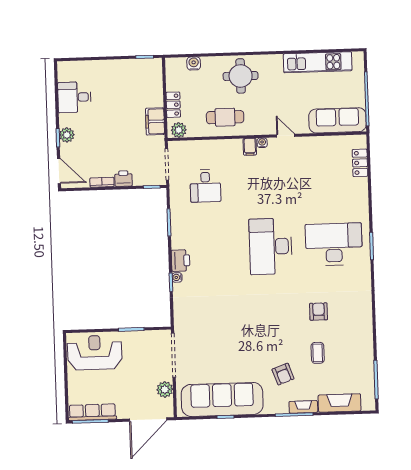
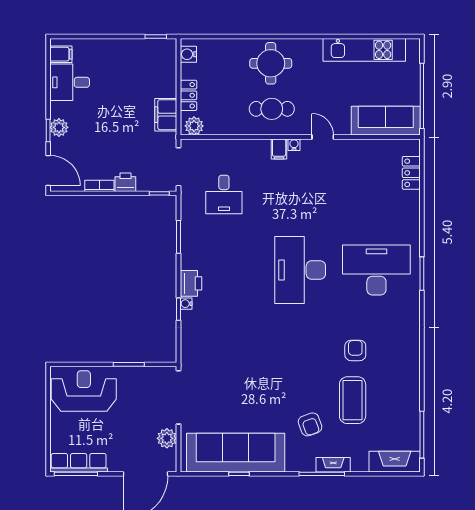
water cooler: (194, 63) -> (188, 54), moved, turned -90
filing cabinet: (66, 74) -> (61, 54), added
cafe table: (225, 117) -> (272, 109), moved
coffee table: (318, 353) -> (353, 400), width x1.86, depth x1.72
fireplace: (340, 403) -> (395, 462), moved

